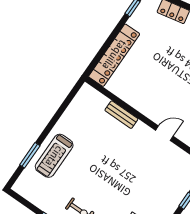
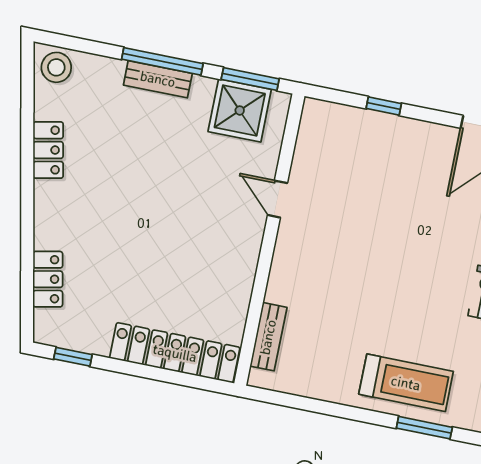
bench: (121, 115) -> (268, 337), moved

